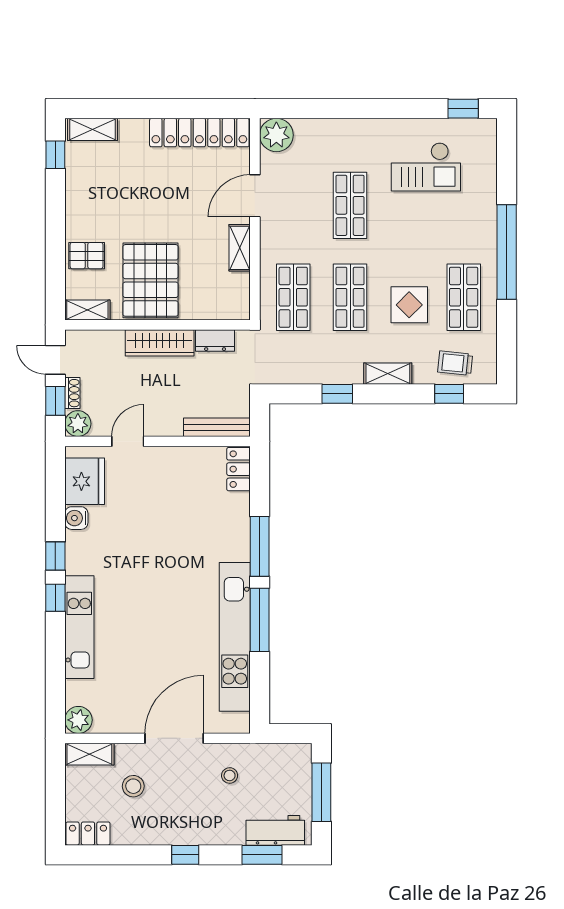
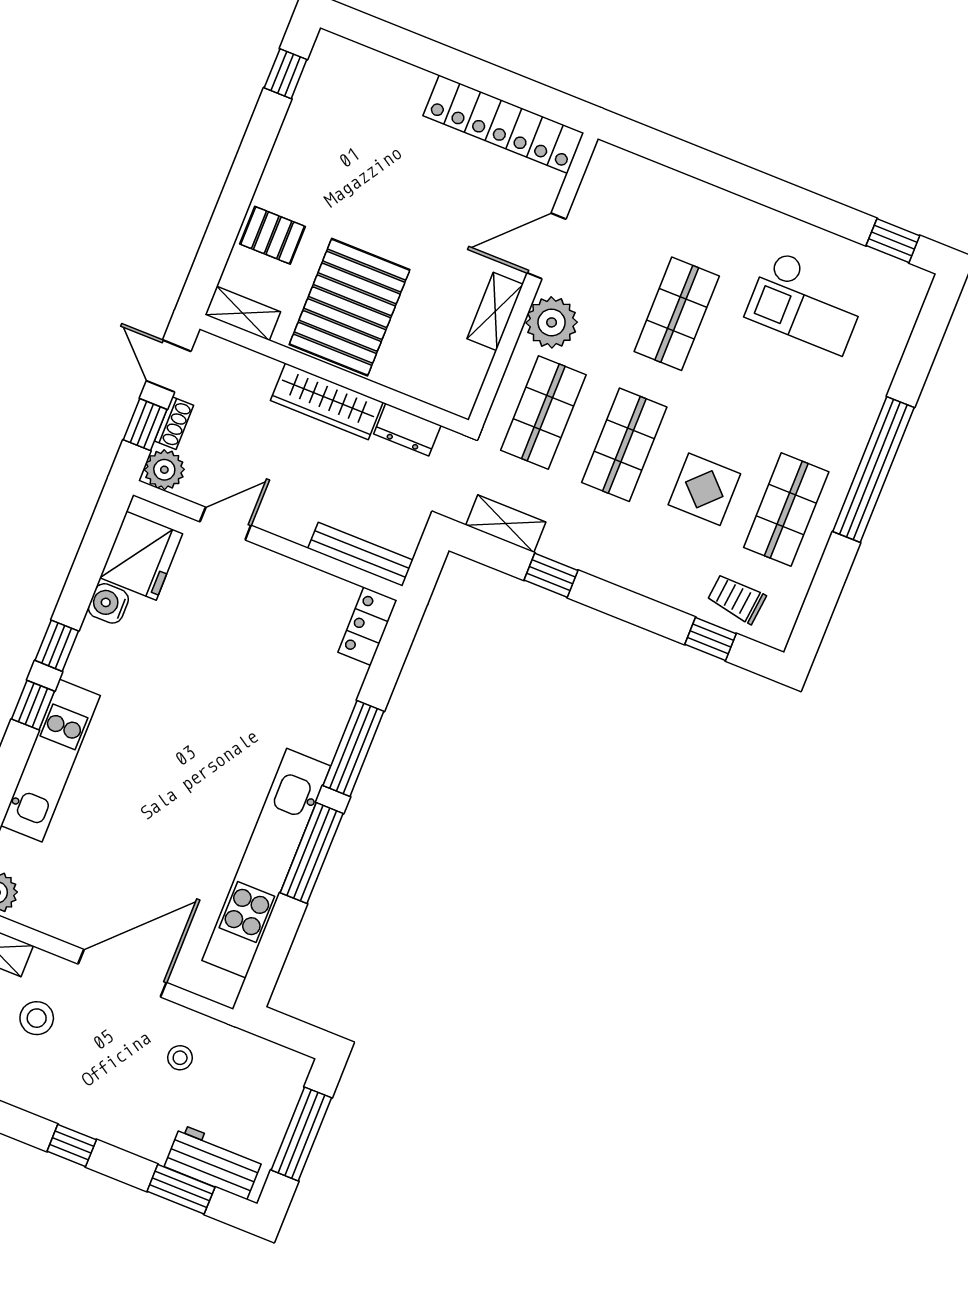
shelving: (93, 129) -> (353, 59), removed
plant: (276, 135) -> (552, 322), moved
shelving: (388, 374) -> (506, 524), moved

